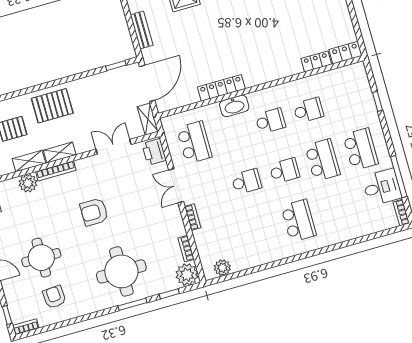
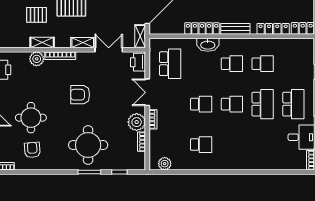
locker: (316, 61) -> (273, 29), width x1.53
bench: (262, 77) -> (235, 29), added
shelving: (60, 152) -> (83, 43), moved
school desk: (299, 221) -> (201, 145), moved, width x0.54
plant: (187, 275) -> (137, 122), moved

